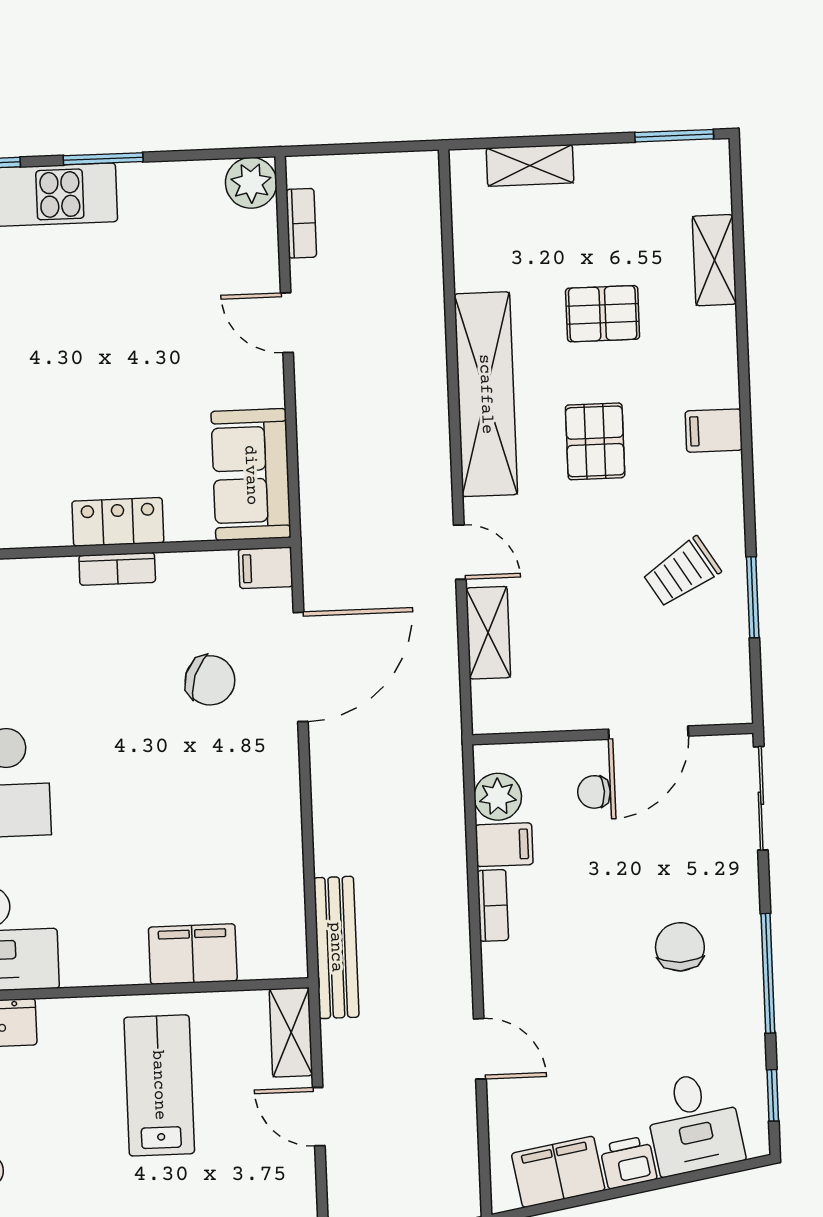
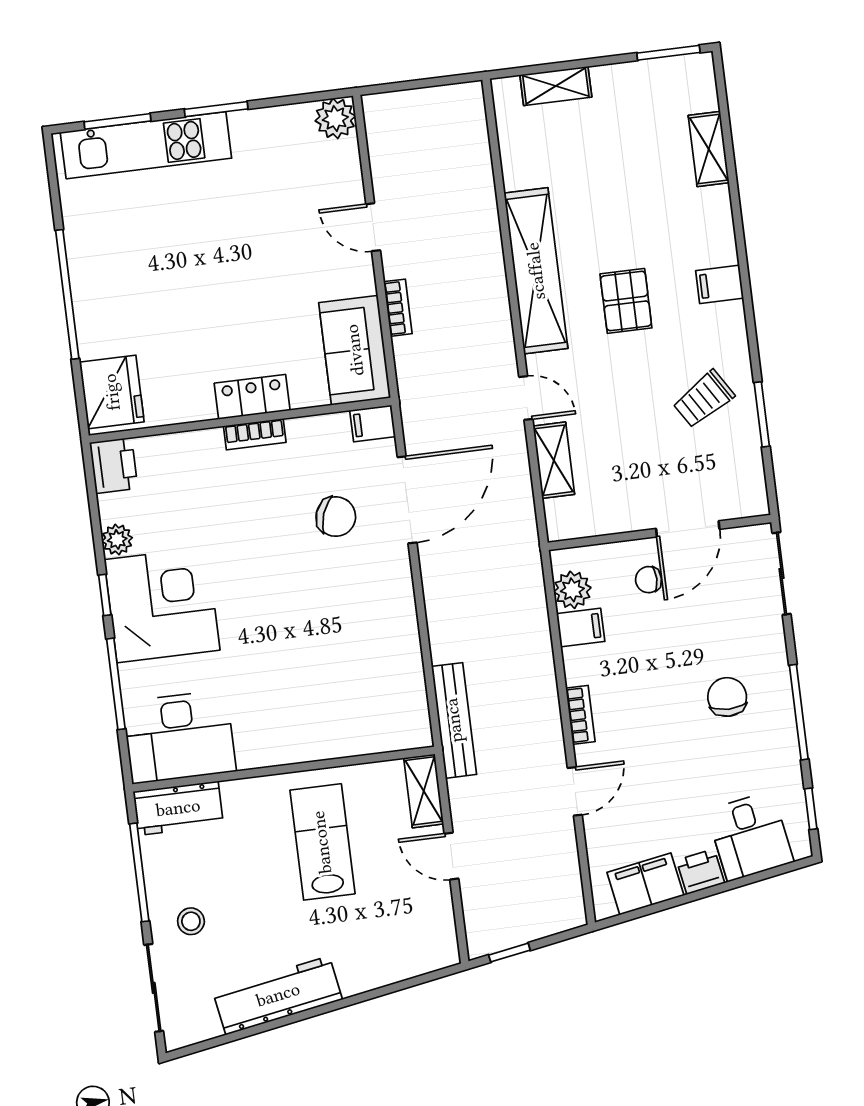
bookcase: (301, 223) -> (398, 308), moved
pallet: (603, 314) -> (623, 199), removed
bookcase: (493, 905) -> (580, 715), moved
filing cabinet: (193, 954) -> (340, 735), removed
door: (480, 1049) -> (575, 791), hinge flipped

